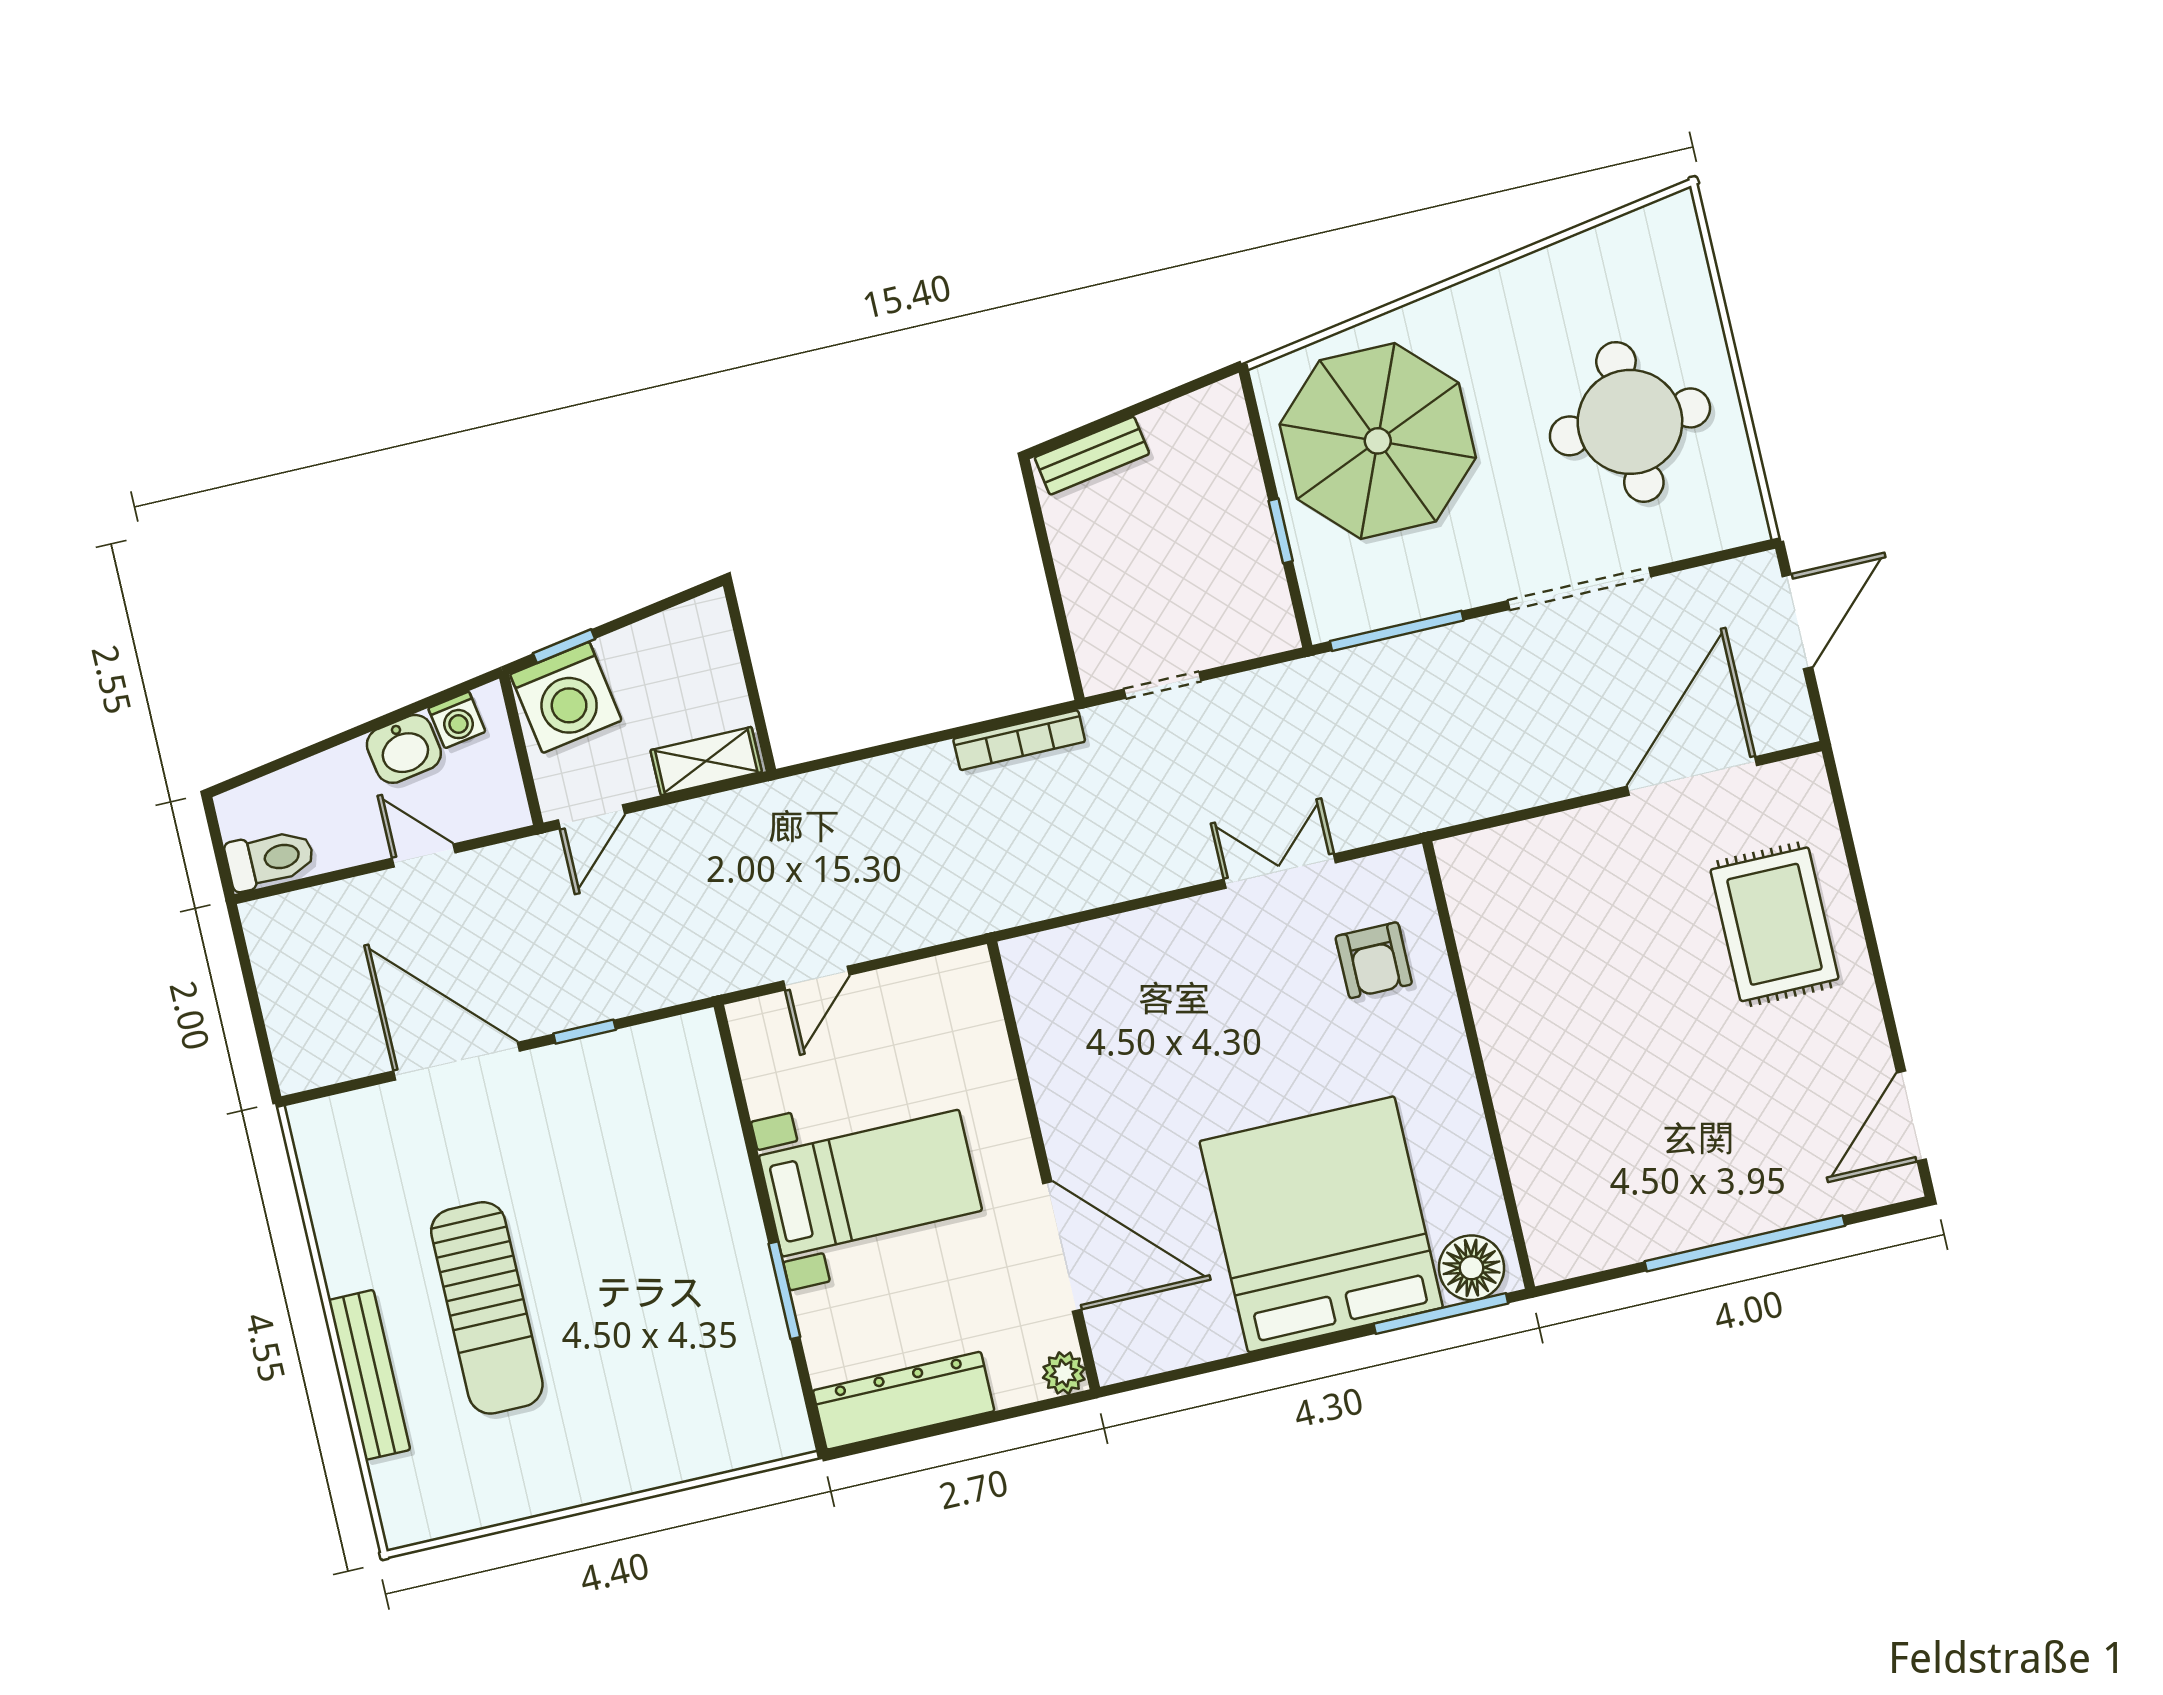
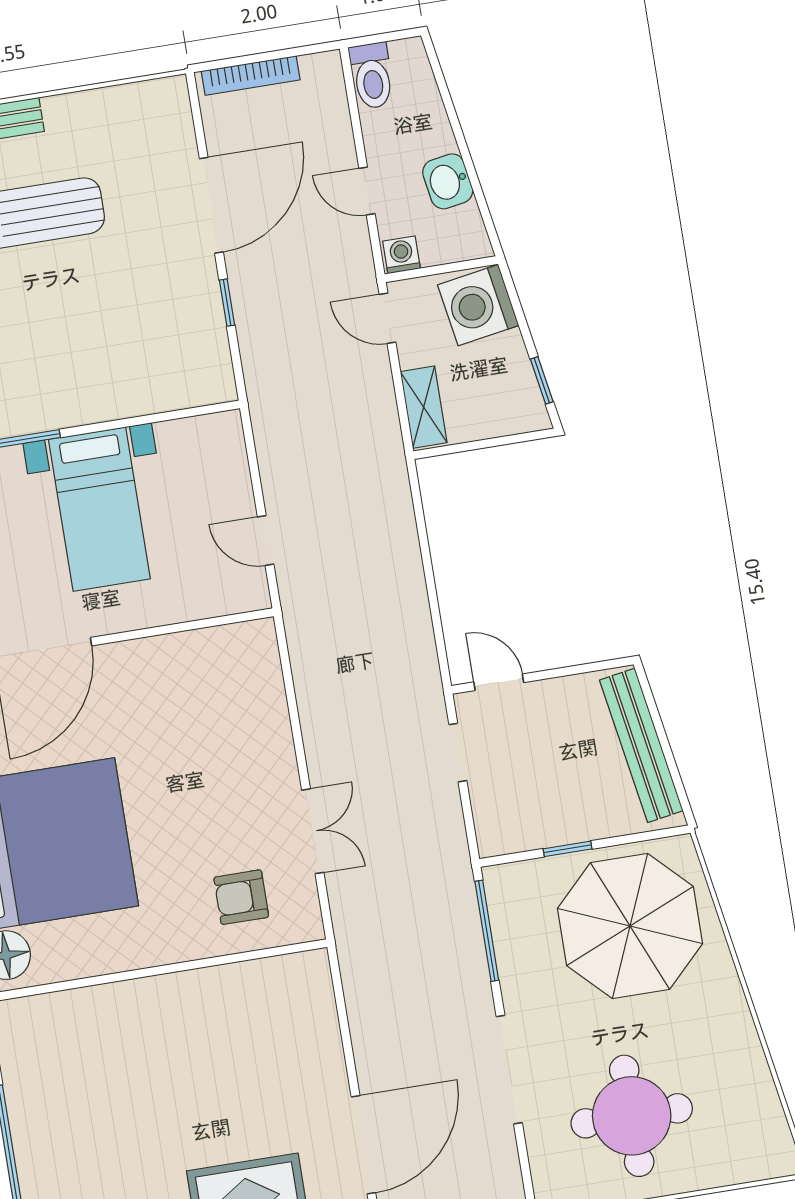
bench: (1092, 456) -> (641, 745), width x1.86, depth x1.21
door: (1065, 637) -> (499, 682), added
window: (564, 646) -> (542, 380), moved
washing machine: (457, 720) -> (401, 255), moved, turned 99
bookcase: (1019, 740) -> (251, 75), moved, turned -90
door: (1692, 776) -> (363, 1145), hinge flipped
door: (424, 855) -> (367, 191), swing flipped
door: (816, 978) -> (266, 541), moved

